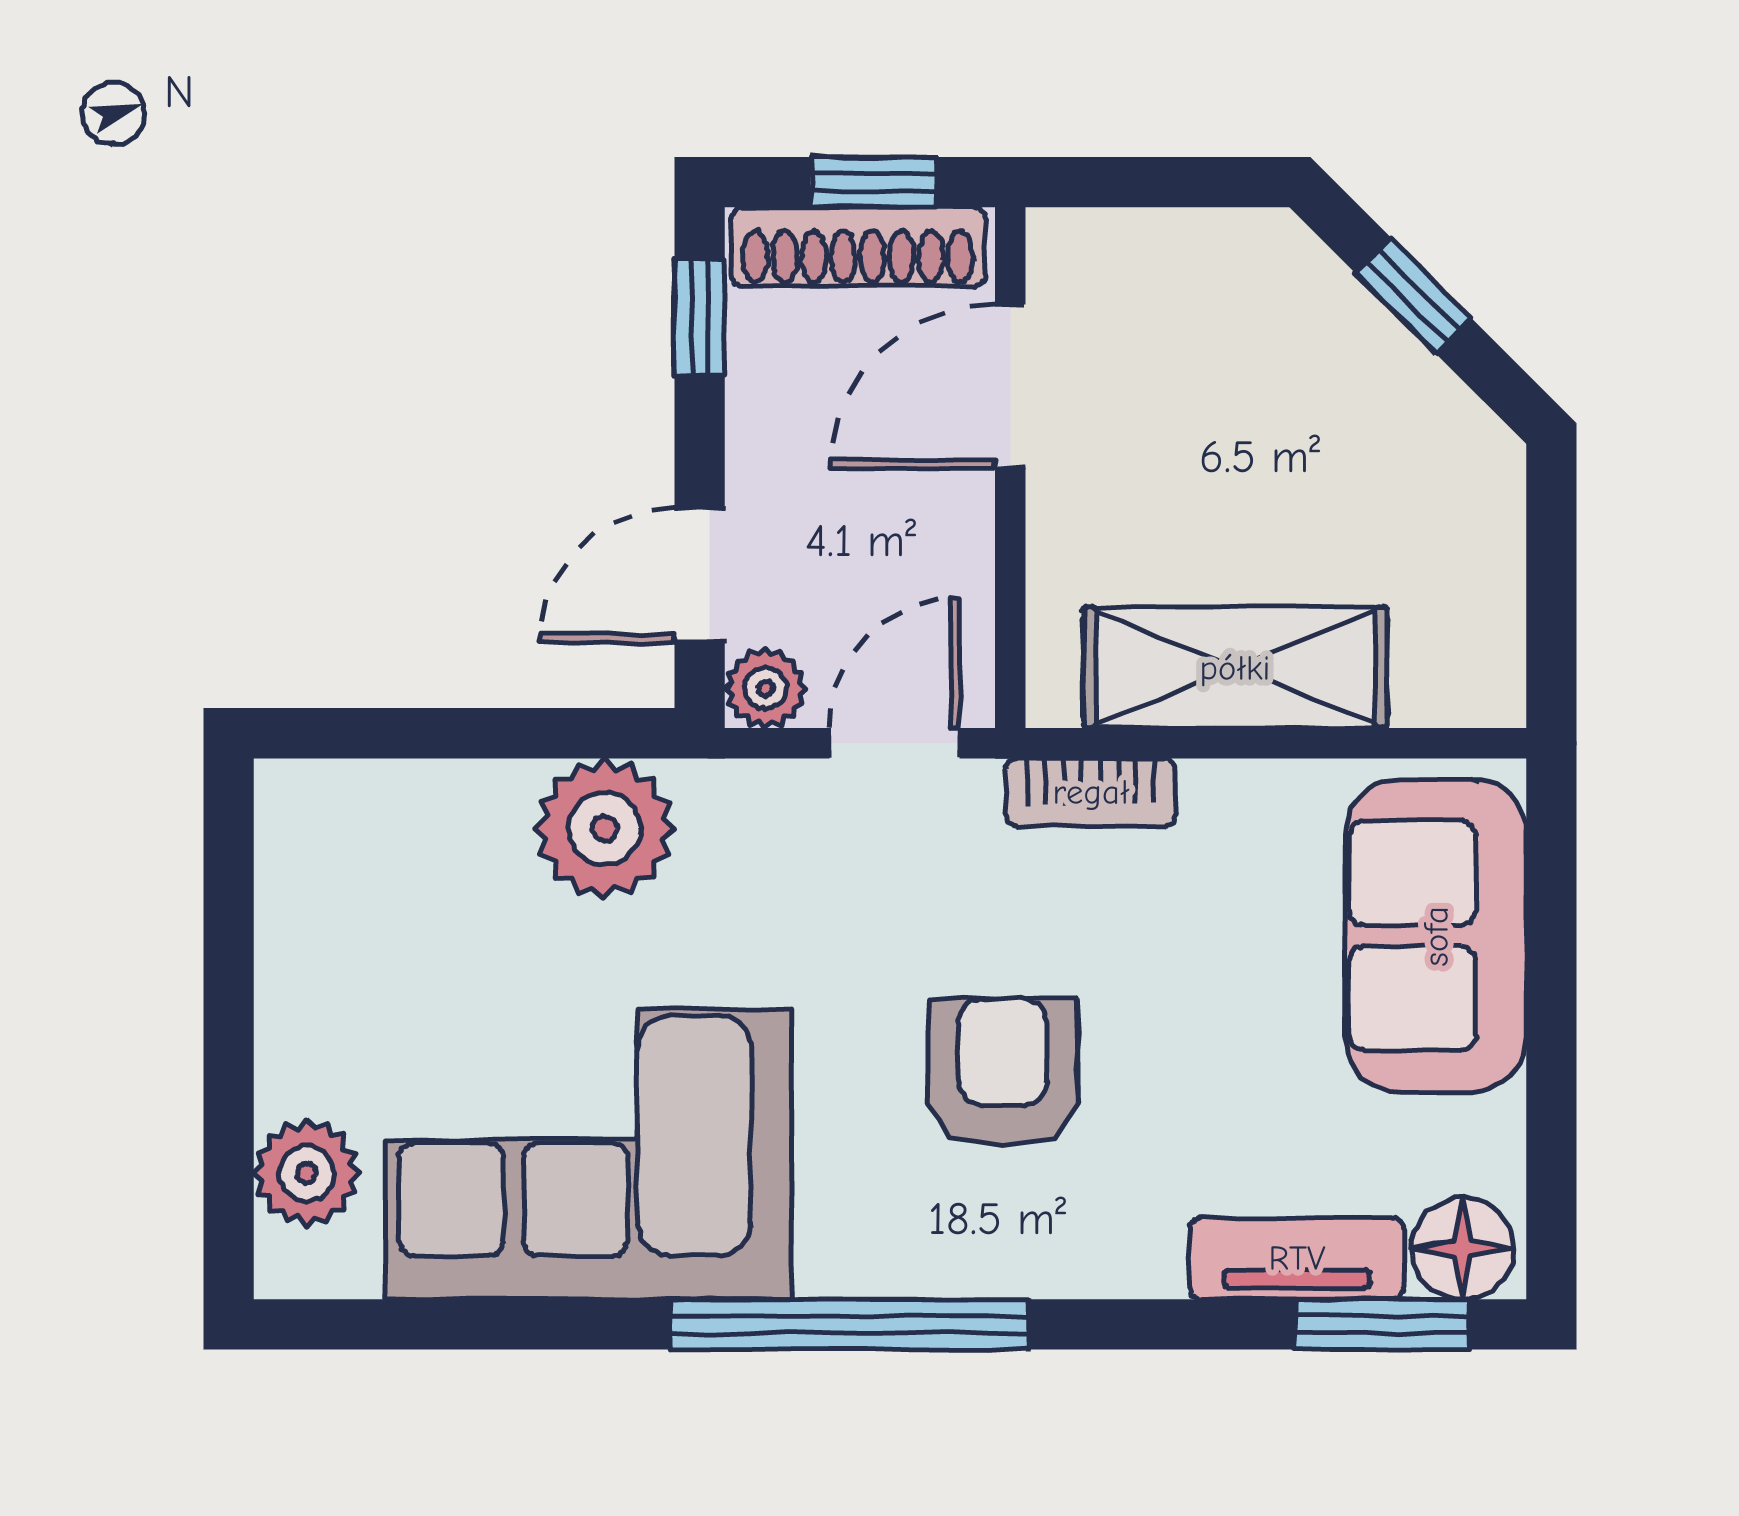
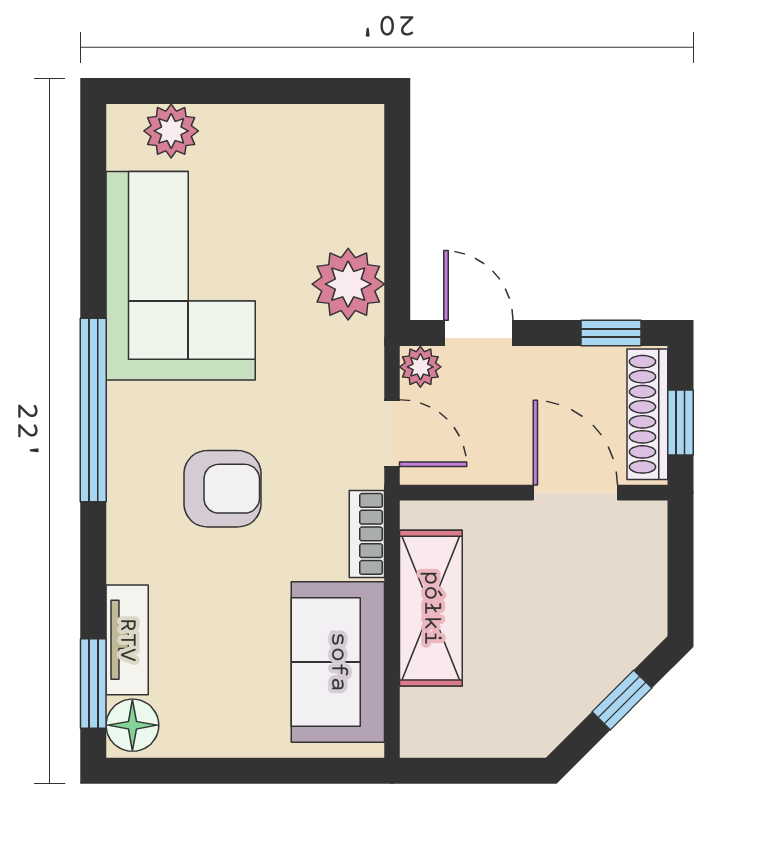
sofa: (1436, 936) -> (338, 662), moved, turned -90

